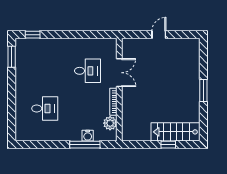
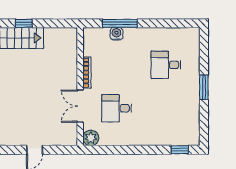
window: (12, 57) -> (204, 87), moved
plant: (110, 123) -> (91, 138), moved

